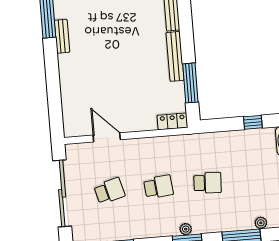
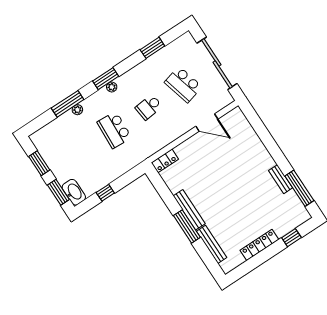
window: (190, 83) -> (187, 226), moved
school desk: (207, 183) -> (114, 130), width x1.85
school desk: (109, 191) -> (183, 84), width x1.85
plant: (261, 223) -> (77, 110), moved

